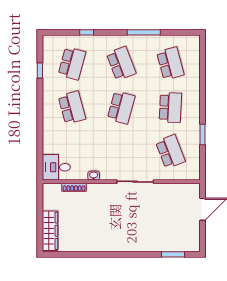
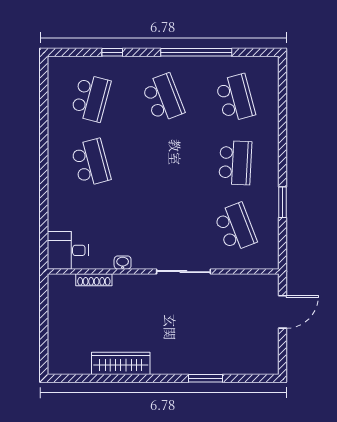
window: (144, 32) -> (196, 52), width x1.46
window: (40, 71) -> (44, 108), removed
school desk: (121, 108) -> (163, 163), removed
wardrobe: (50, 231) -> (121, 363), moved, turned -90
window: (173, 254) -> (205, 378), moved

